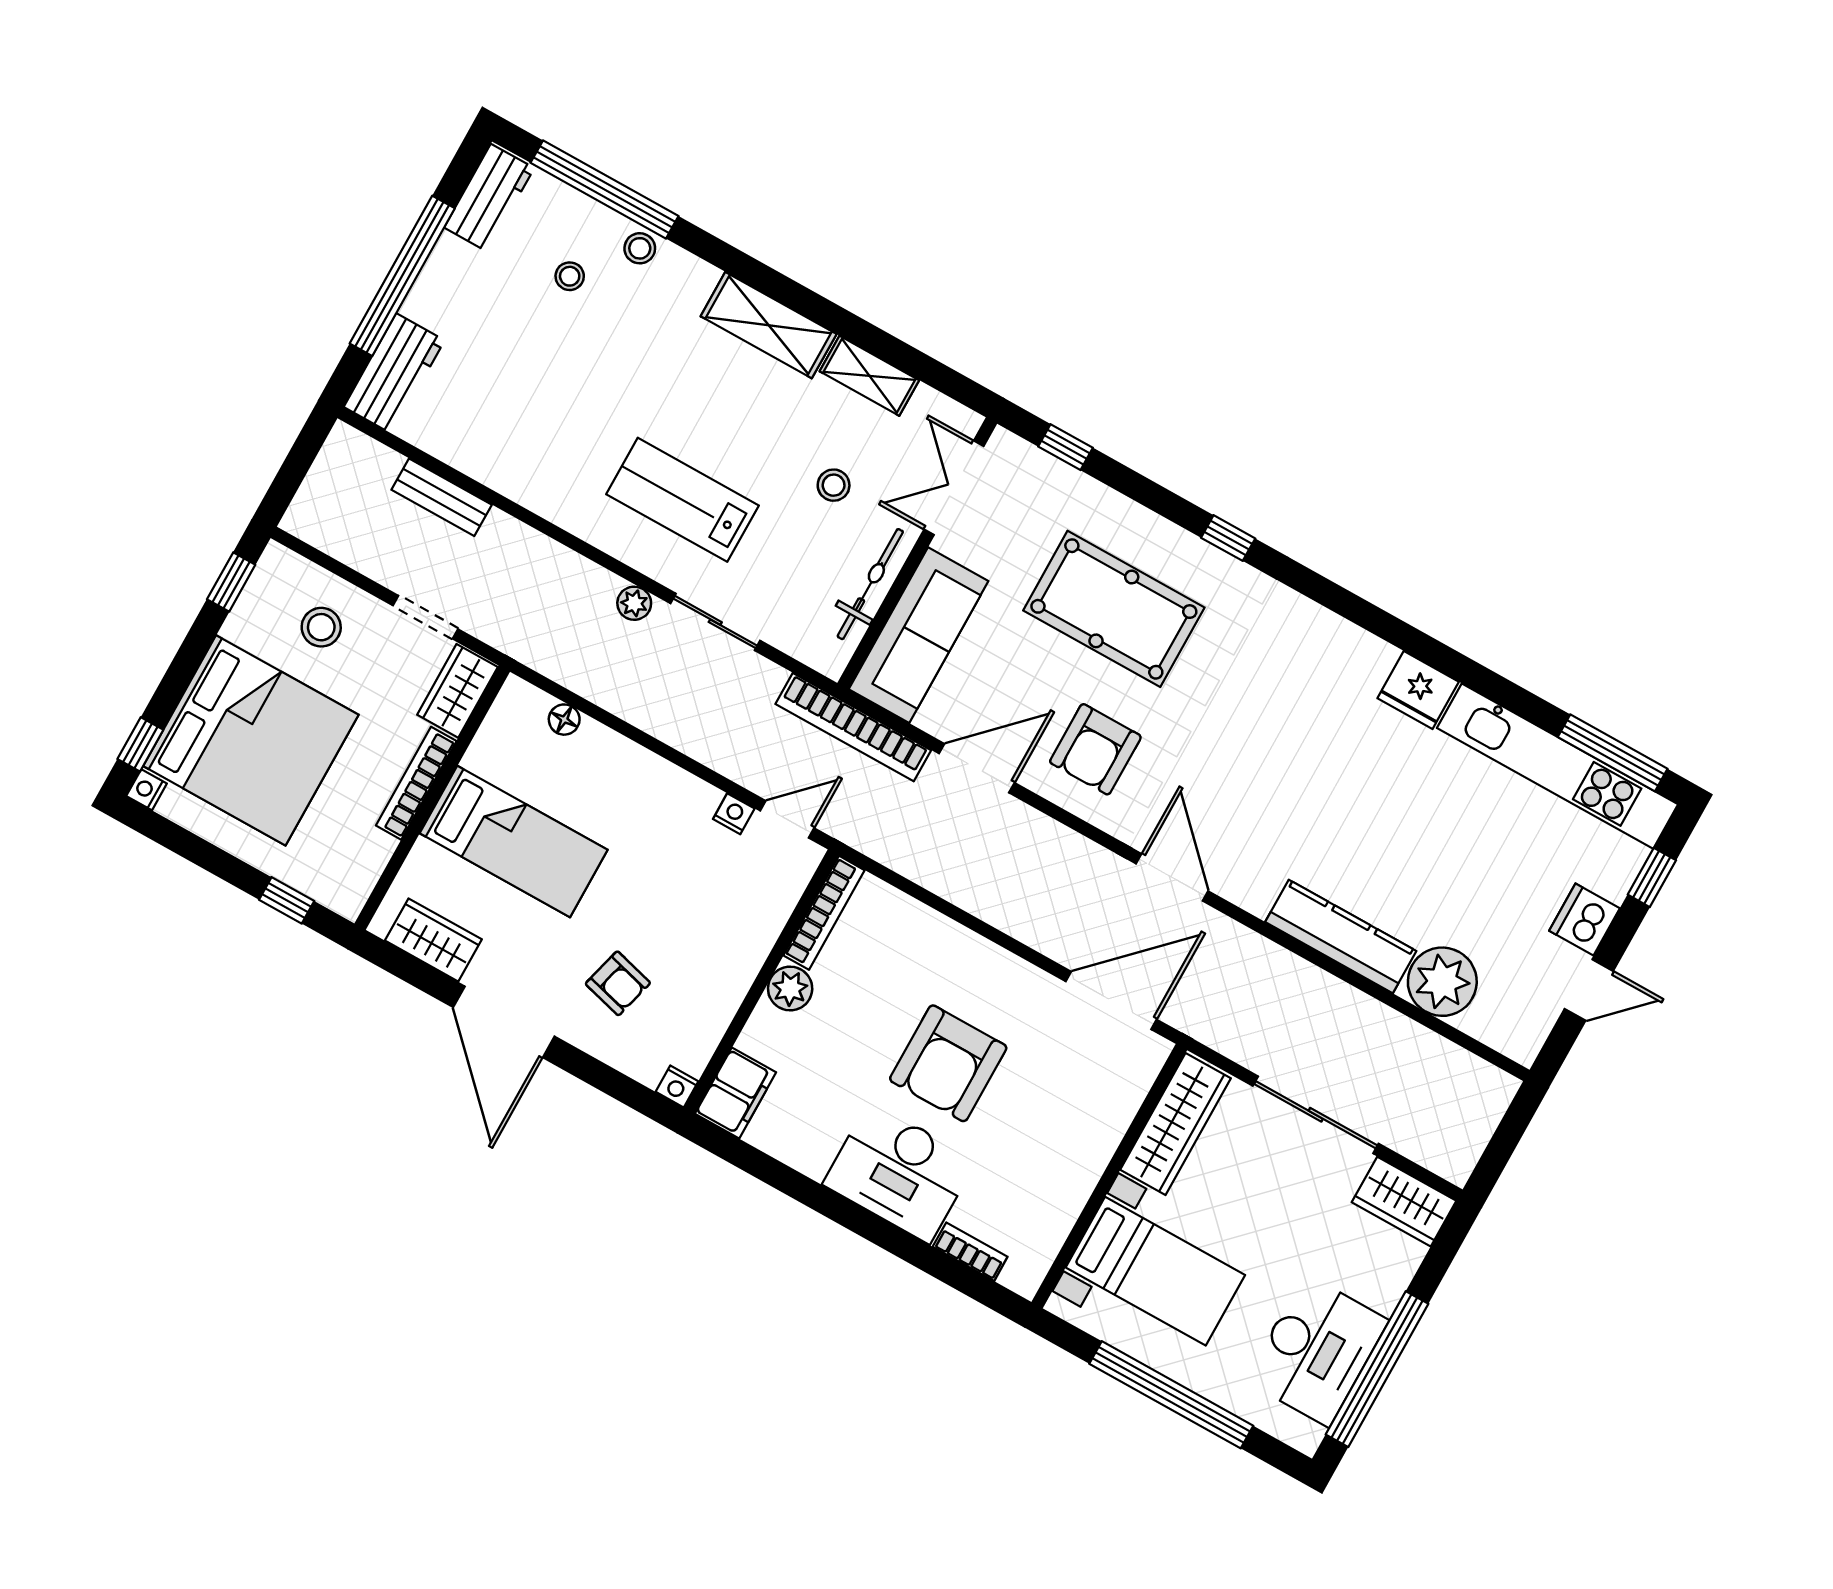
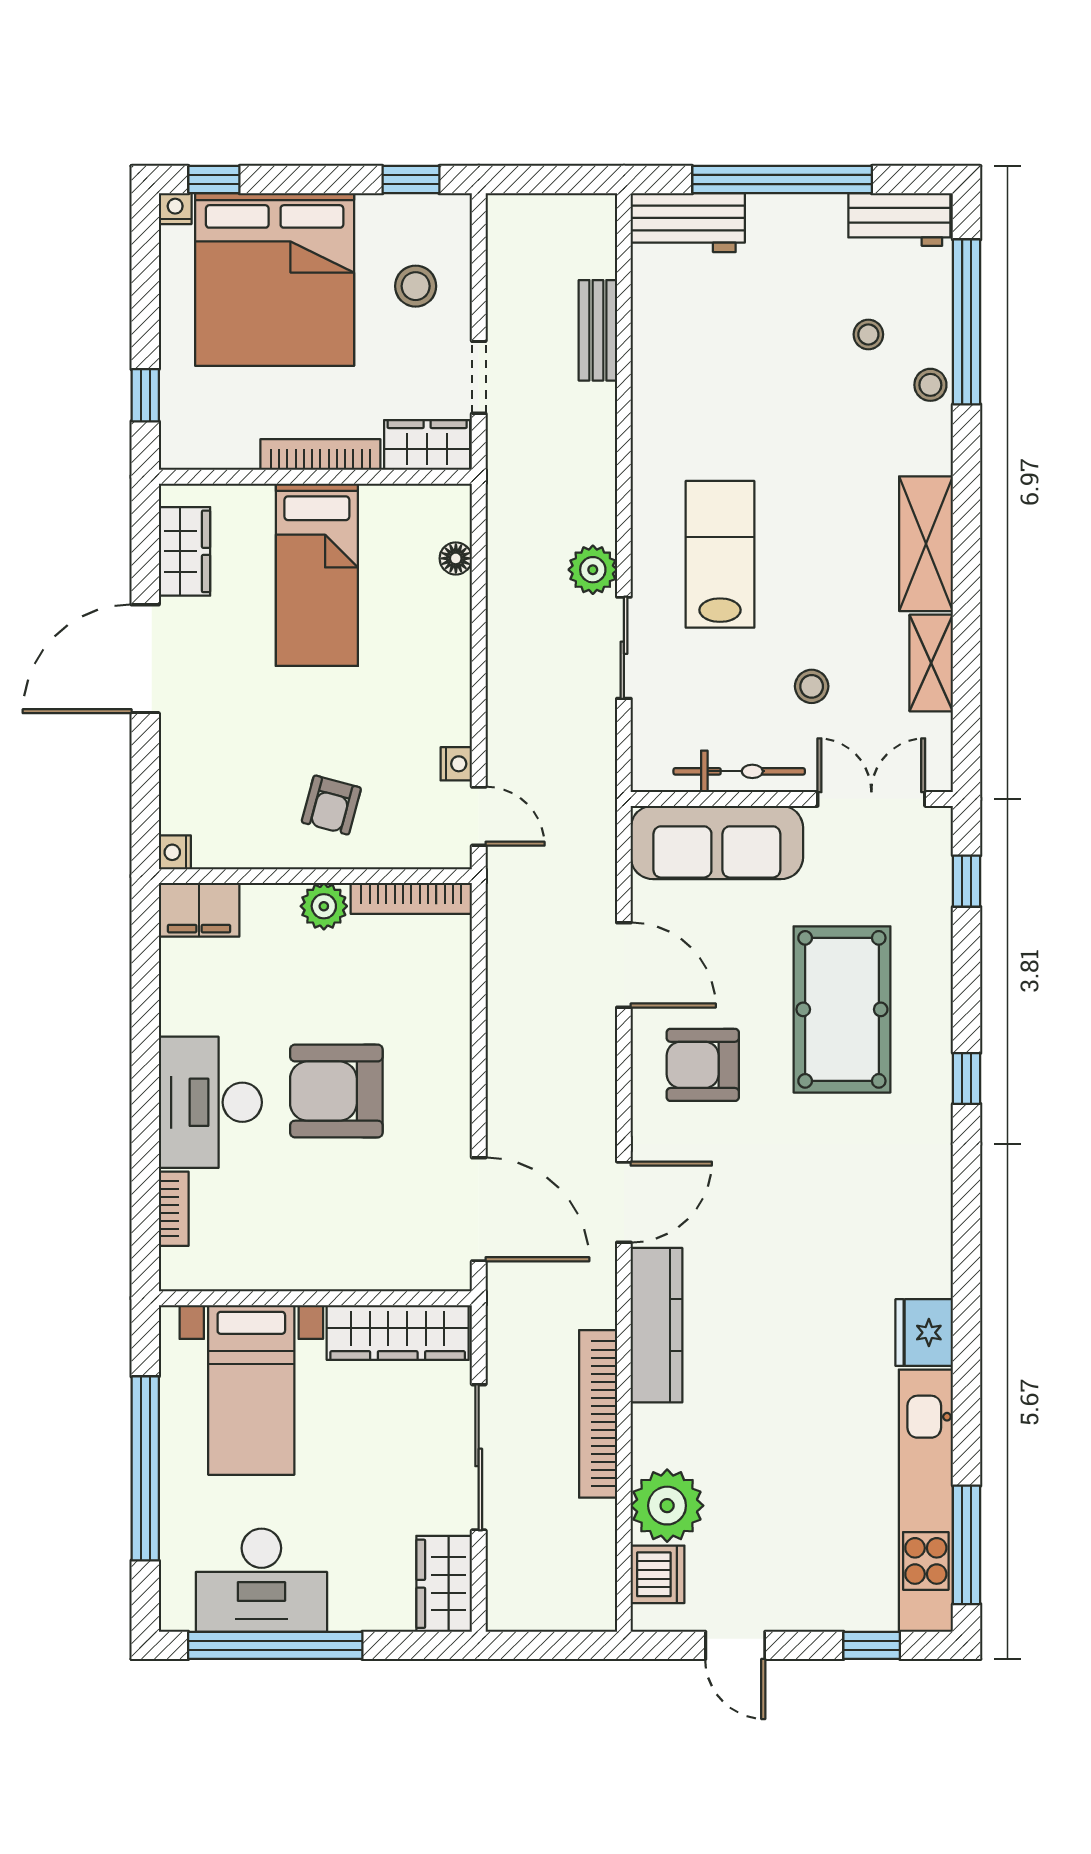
plant: (634, 603) -> (593, 570), width x1.38, depth x1.38
bookcase: (853, 727) -> (598, 1414), moved
dishwasher: (1584, 920) -> (658, 1574), moved, turned 90
kitchen counter: (1341, 936) -> (656, 1325), moved
armchair: (618, 983) -> (331, 805), moved

